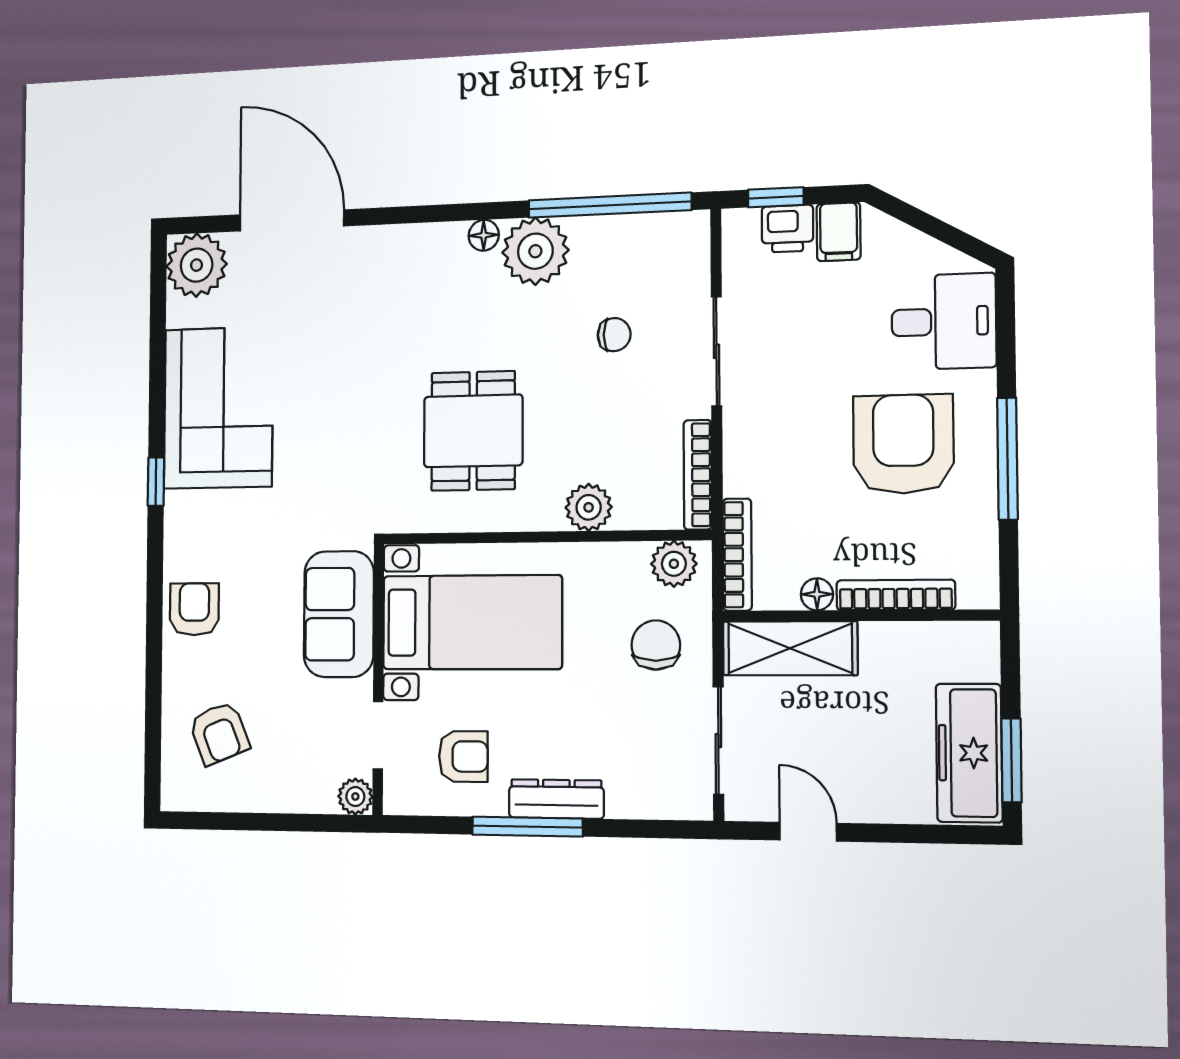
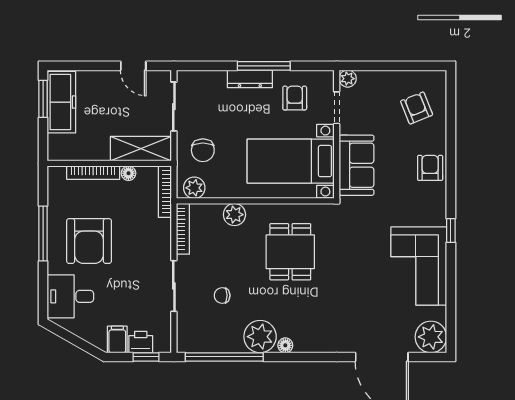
armchair: (194, 609) -> (430, 168), turned 180
armchair: (463, 756) -> (295, 98), turned 90

